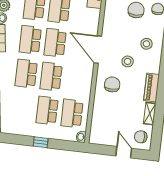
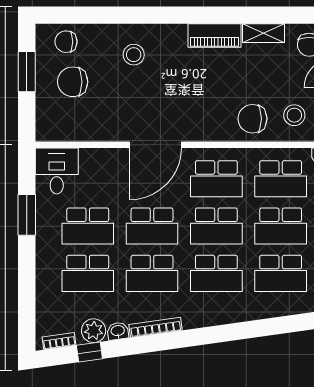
stool: (128, 61) -> (294, 115), moved
school desk: (76, 80) -> (216, 179), added
chair: (112, 84) -> (252, 119), moved
school desk: (22, 107) -> (281, 273), added

